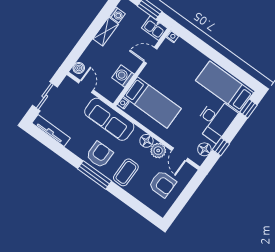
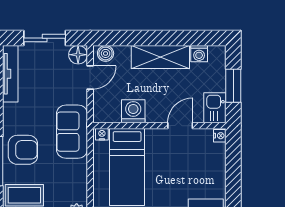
shelving: (106, 32) -> (160, 57), width x1.50, depth x1.33
door: (150, 55) -> (180, 126), hinge flipped
sofa: (109, 119) -> (72, 132), width x0.73
floor lamp: (146, 141) -> (78, 55), moved

